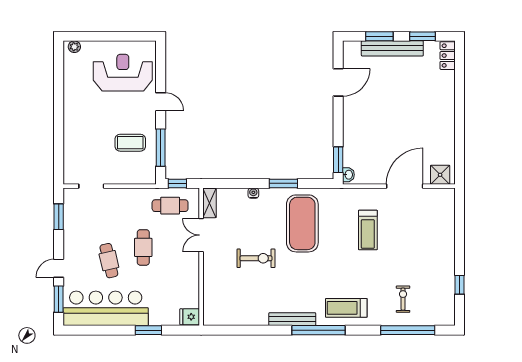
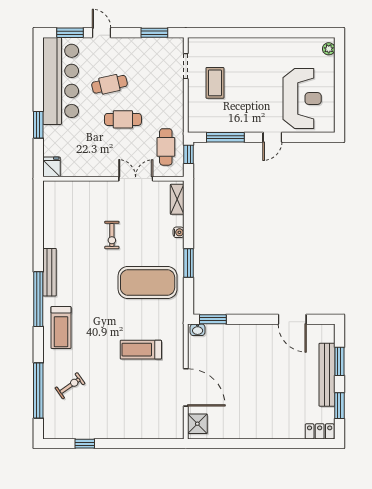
coffee table: (130, 143) -> (215, 83), moved
shelving: (209, 203) -> (177, 199), moved, turned 90
exercise bike: (256, 258) -> (112, 235), width x0.73, depth x0.72
exercise bike: (403, 299) -> (70, 386), turned -35
treadmill: (346, 308) -> (61, 328), turned 180

